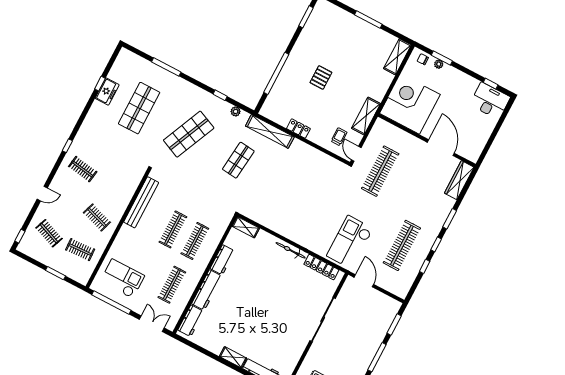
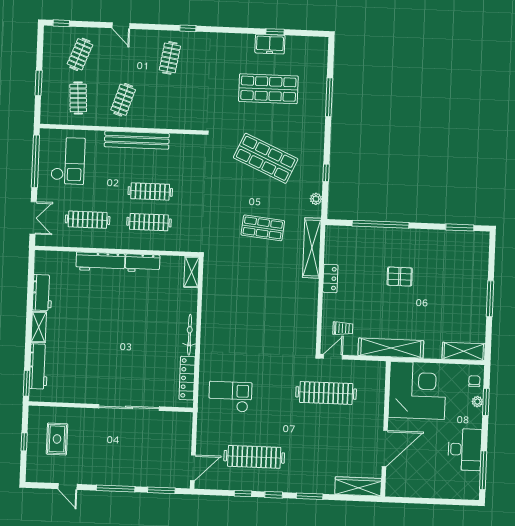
window: (491, 84) -> (483, 470), width x2.17
desk: (490, 101) -> (465, 449), moved
shelving: (366, 116) -> (391, 348), width x1.47
bench: (141, 202) -> (137, 140), moved
checkout: (350, 242) -> (230, 397), width x0.73, depth x0.83
door: (364, 281) -> (193, 468), moved
workbench: (191, 321) -> (42, 293), moved, turned -90

